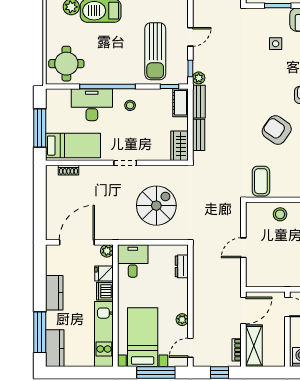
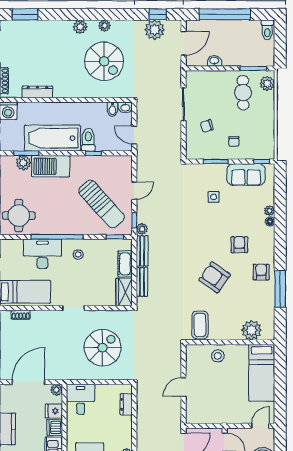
sun lounger: (155, 51) -> (102, 204), turned -42
cot: (181, 103) -> (125, 264), moved

